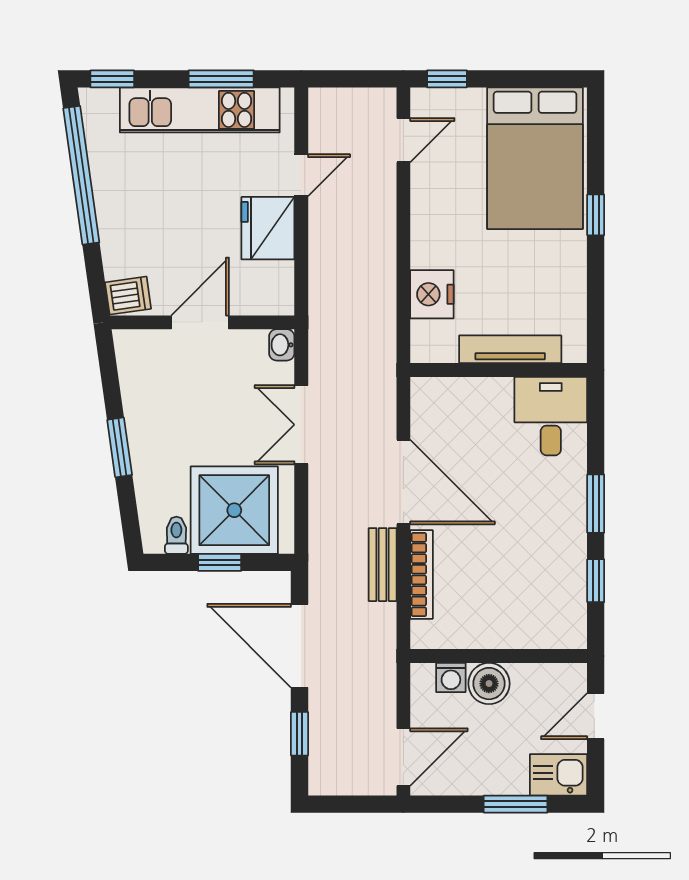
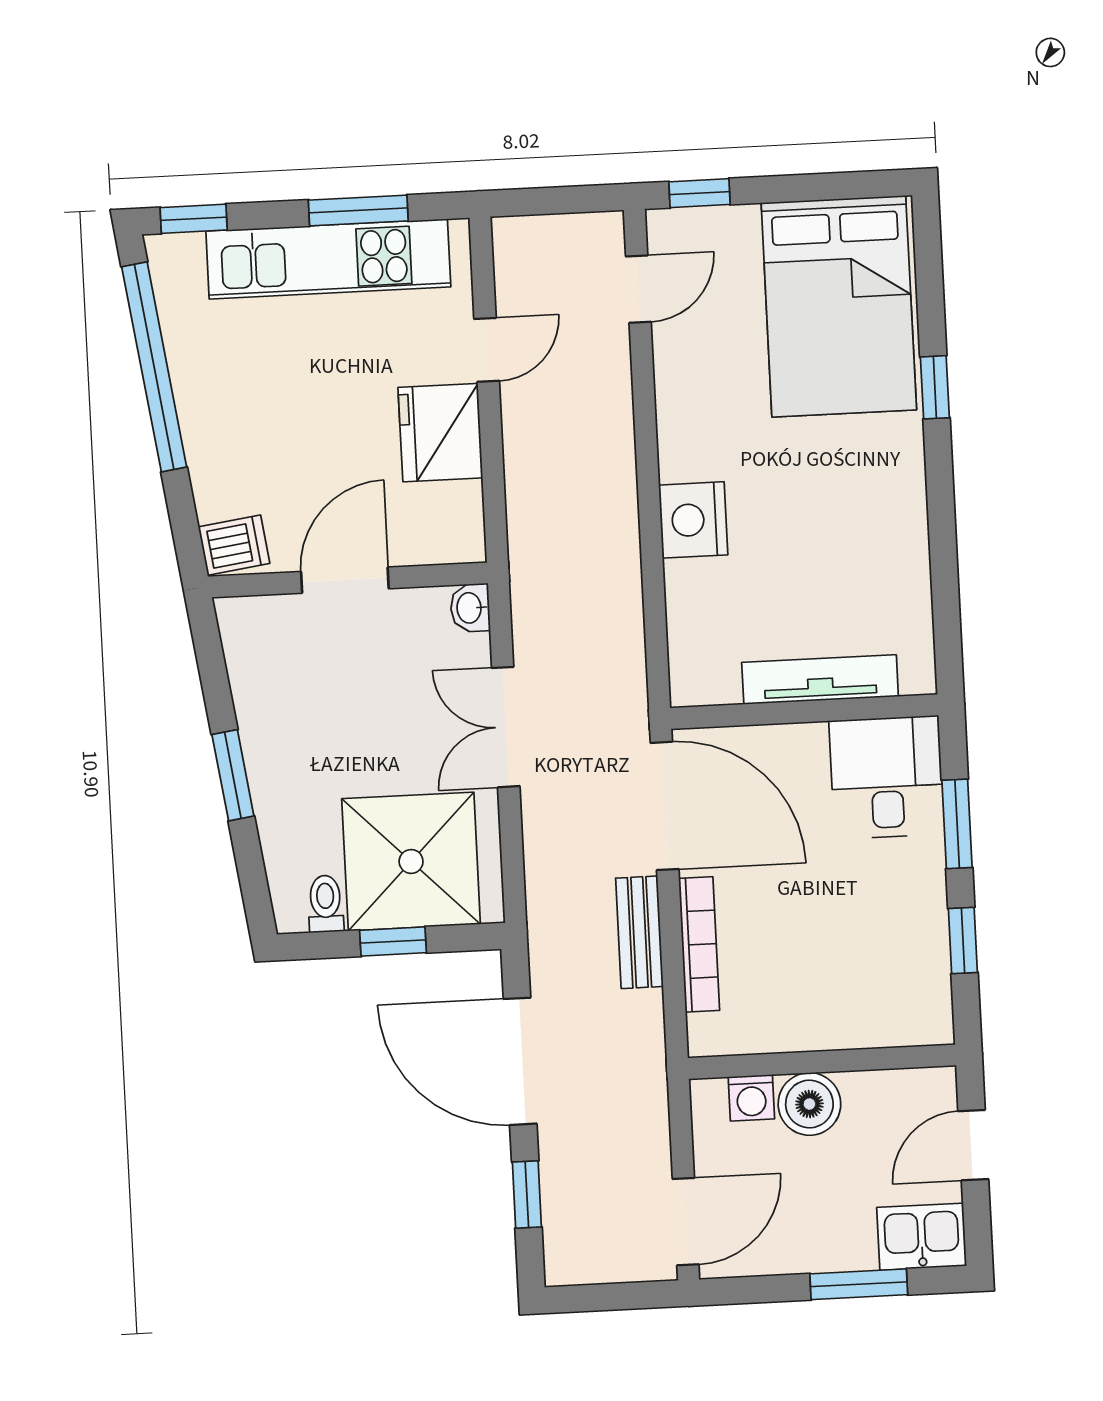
tv unit: (510, 349) -> (820, 680), moved
wall: (499, 370) -> (804, 712), moved
desk: (551, 416) -> (887, 777), moved

